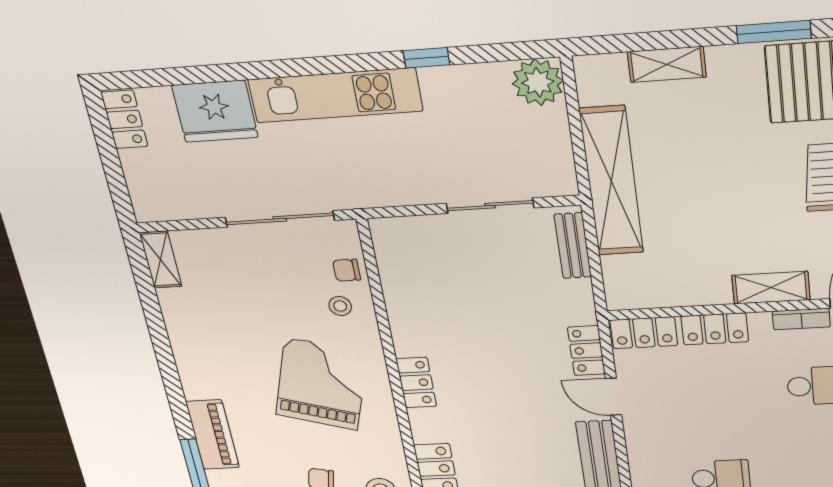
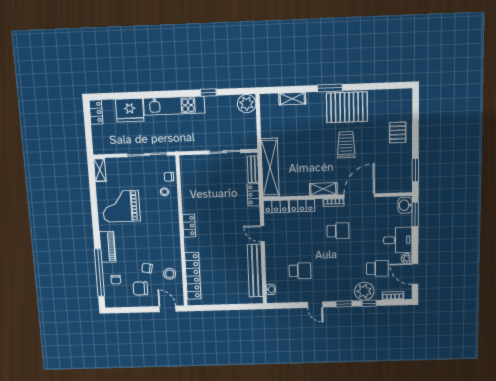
shelving: (612, 181) -> (270, 168), moved
locker: (586, 351) -> (253, 195), moved
grand piano: (321, 384) -> (121, 206), moved, turned -107

